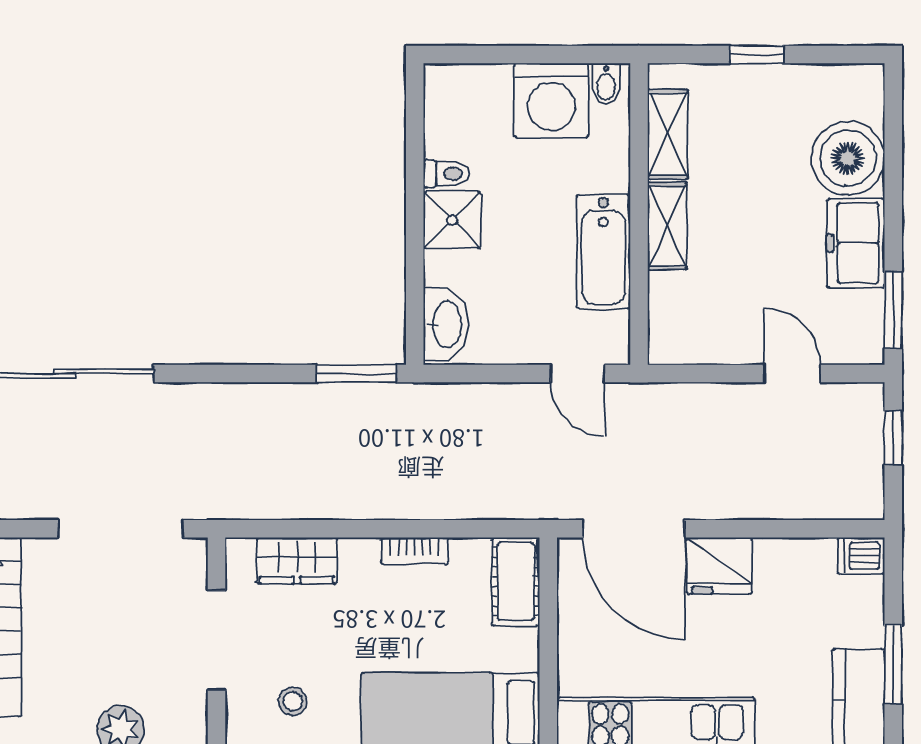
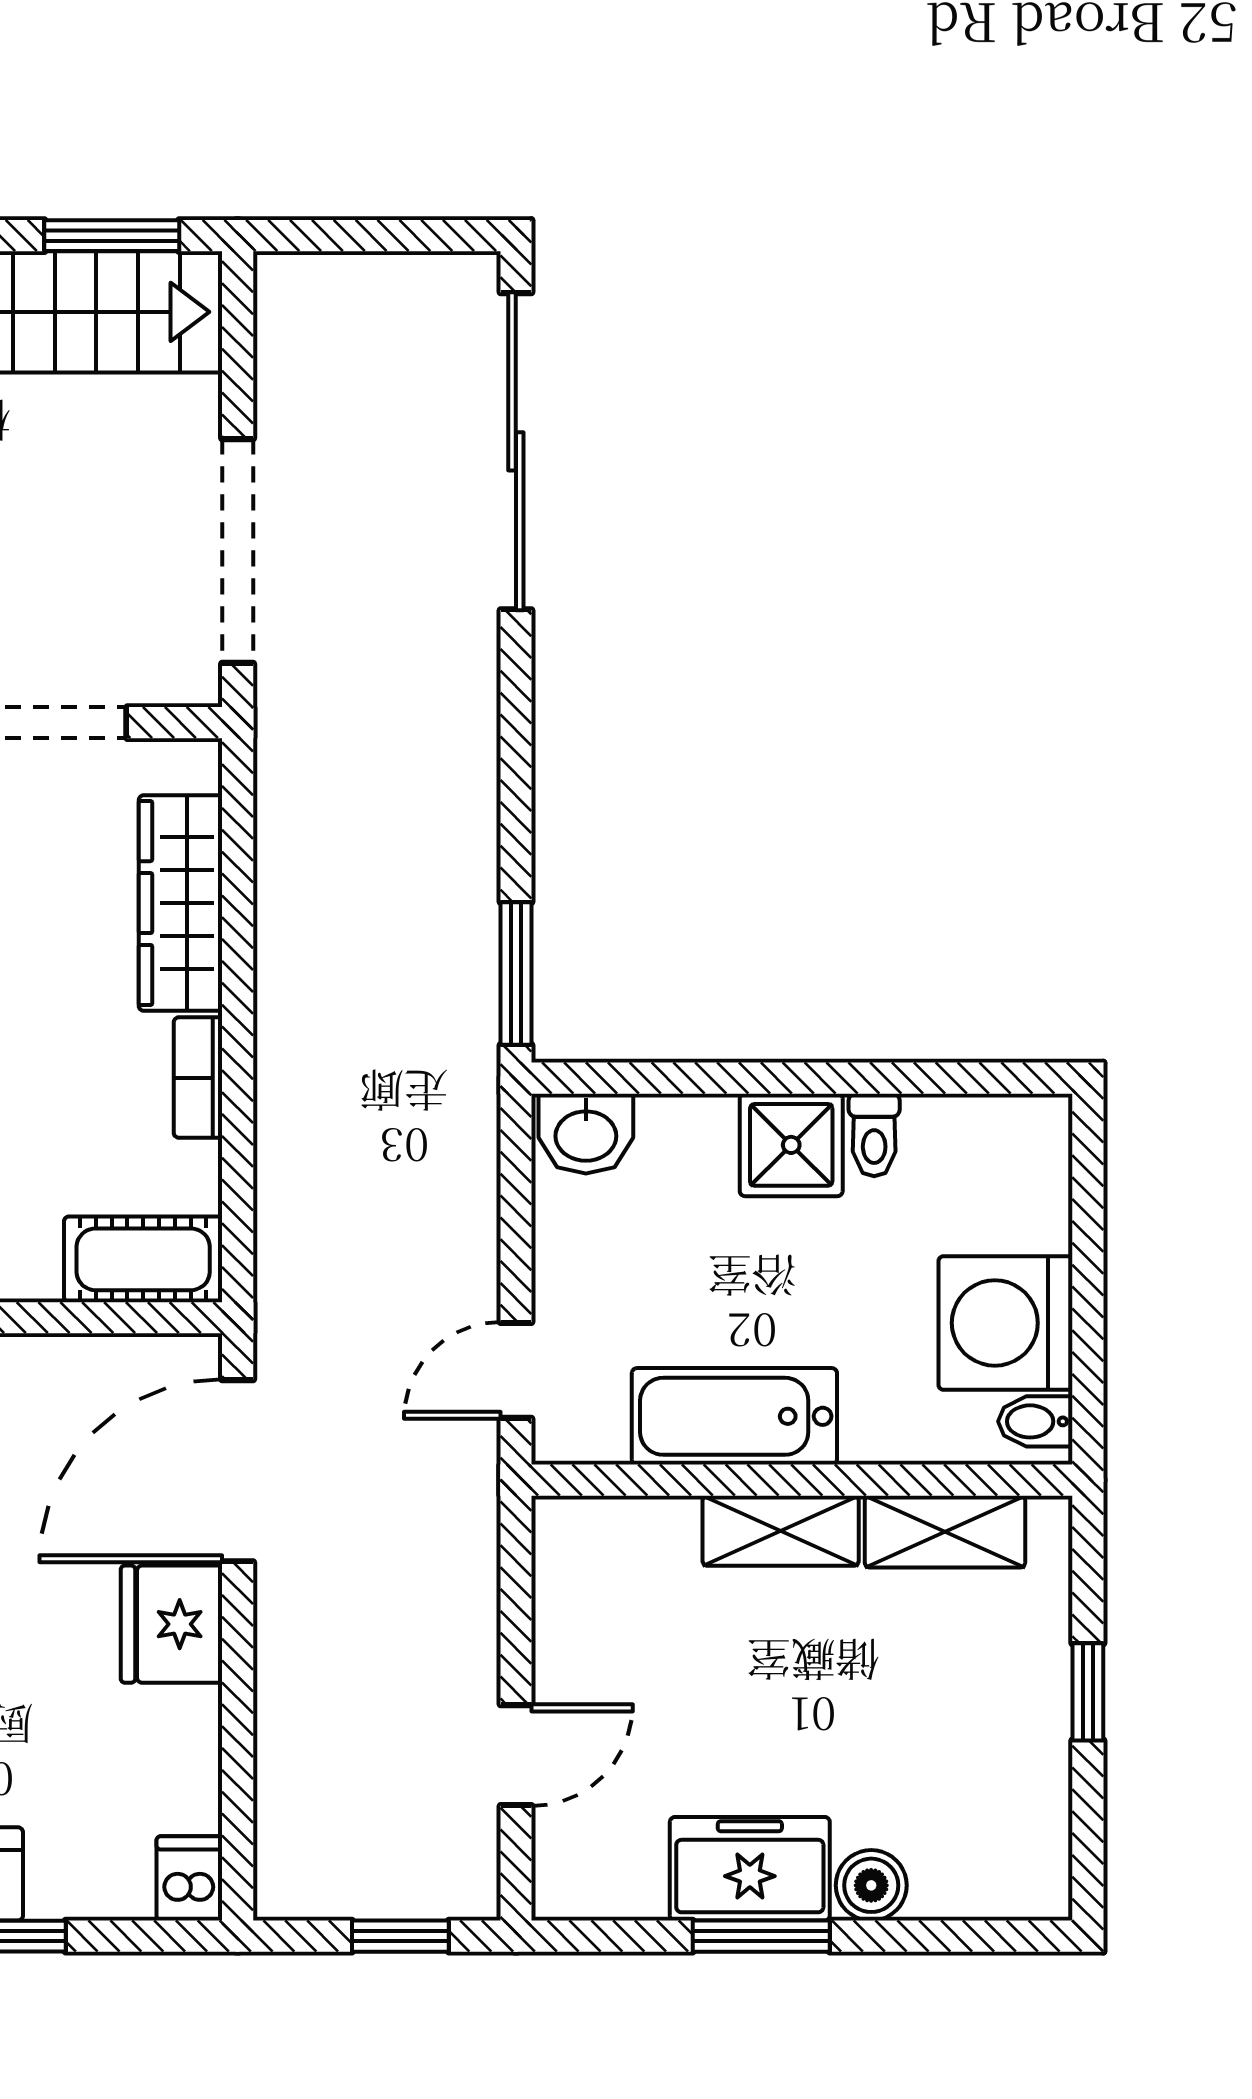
boiler: (848, 158) -> (871, 1885), width x0.54, depth x0.54
window: (893, 310) -> (761, 1936), moved
washbasin: (446, 324) -> (586, 1134), width x0.72
wardrobe: (297, 561) -> (181, 903), width x1.50

